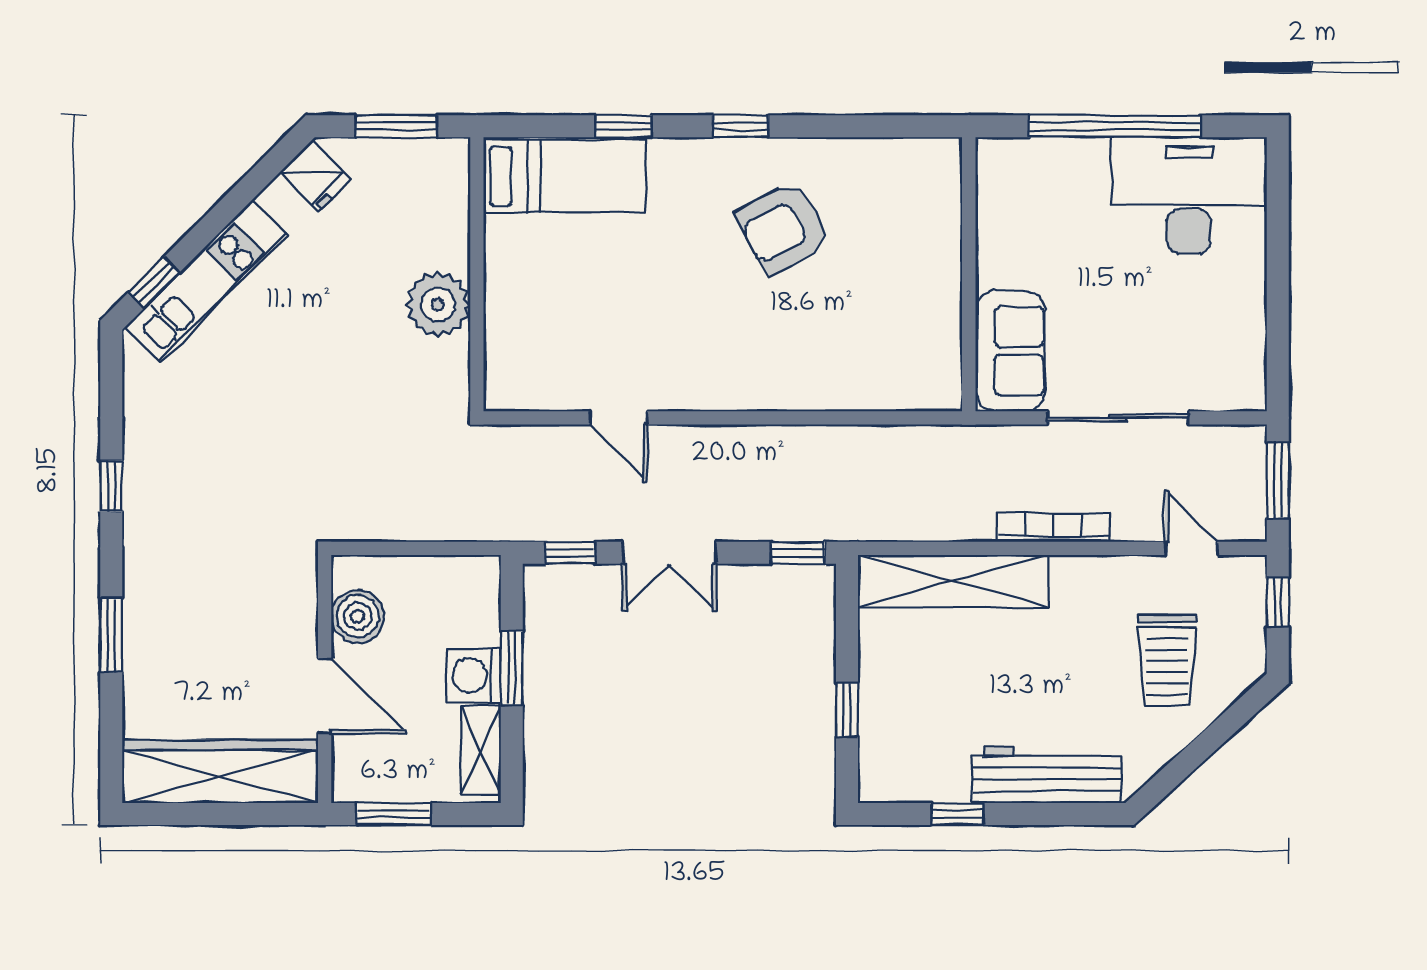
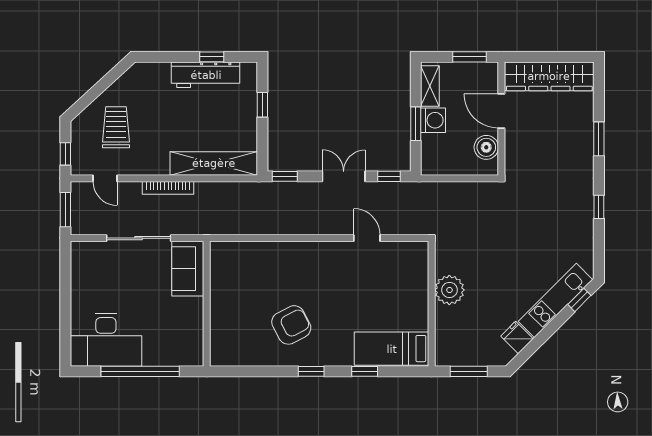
fridge: (315, 176) -> (517, 337), moved
workbench: (1047, 775) -> (206, 75), moved

